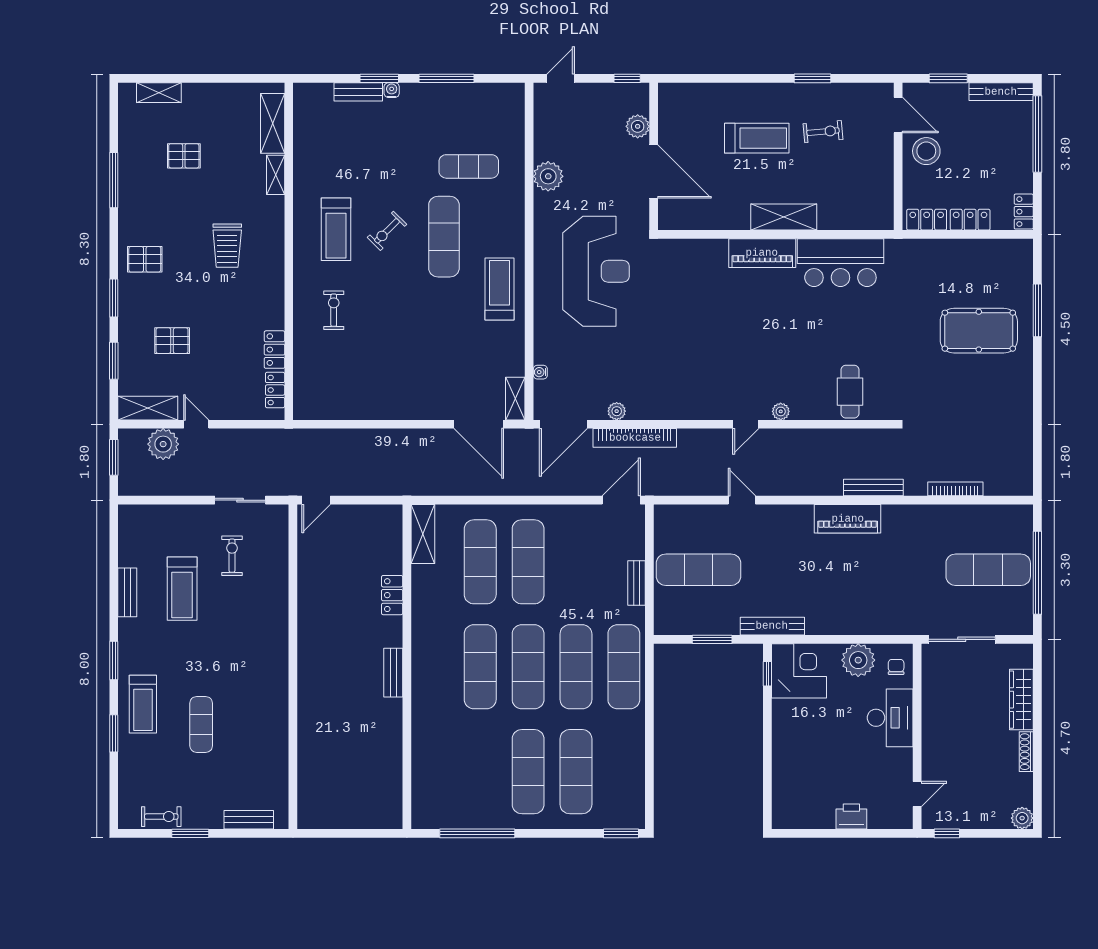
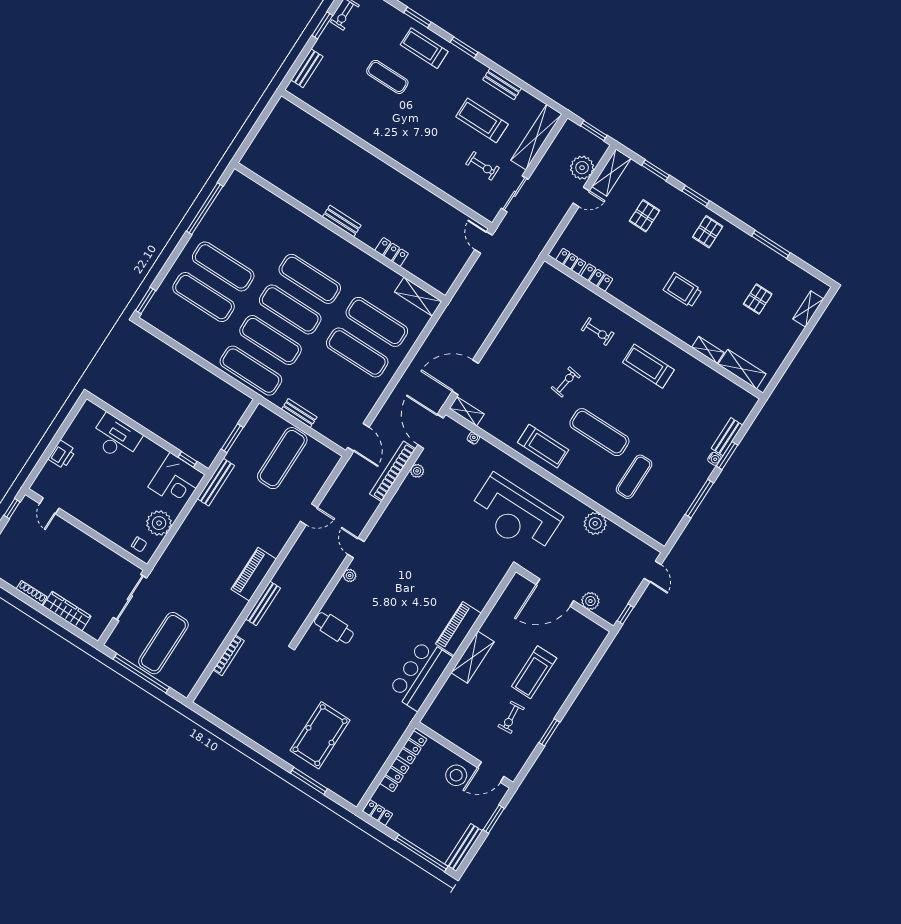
exercise bike: (387, 231) -> (566, 382), moved, turned 53
shelving: (162, 516) -> (536, 137), added
desk: (890, 718) -> (116, 438), moved, turned 180

